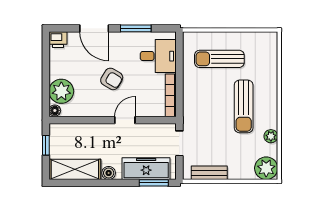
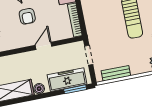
armchair: (112, 79) -> (27, 16), turned 59

